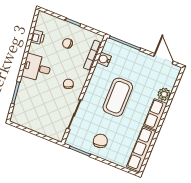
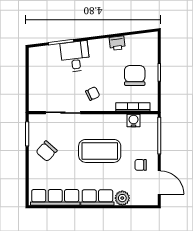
printer: (38, 37) -> (117, 43), moved
chair: (68, 43) -> (135, 76), width x1.87, depth x1.87
door: (163, 59) -> (159, 182), hinge flipped
desk: (37, 68) -> (75, 56), moved
chair: (143, 68) -> (141, 165), added
chair: (100, 141) -> (47, 151), turned 147

